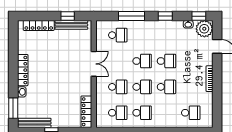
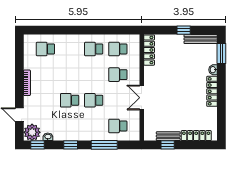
bench: (71, 25) -> (168, 136), width x0.73
school desk: (142, 87) -> (94, 75), removed
school desk: (166, 87) -> (70, 75), removed

